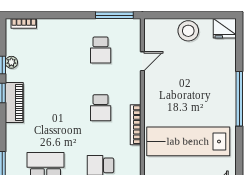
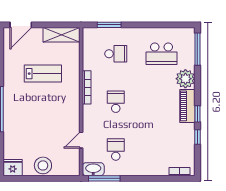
washbasin: (128, 26) -> (93, 169), added
plant: (11, 62) -> (185, 79), moved, width x1.87, depth x1.87
lab bench: (188, 141) -> (43, 74), width x0.54, depth x0.72

